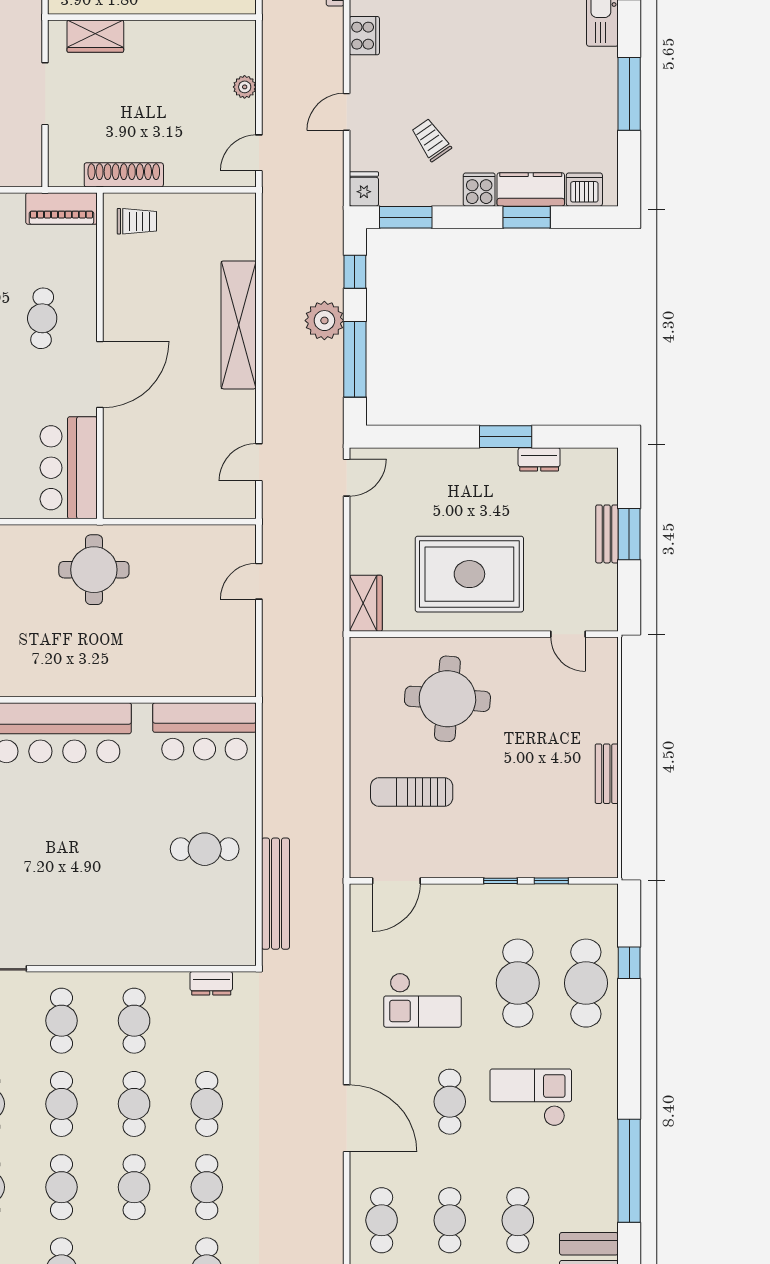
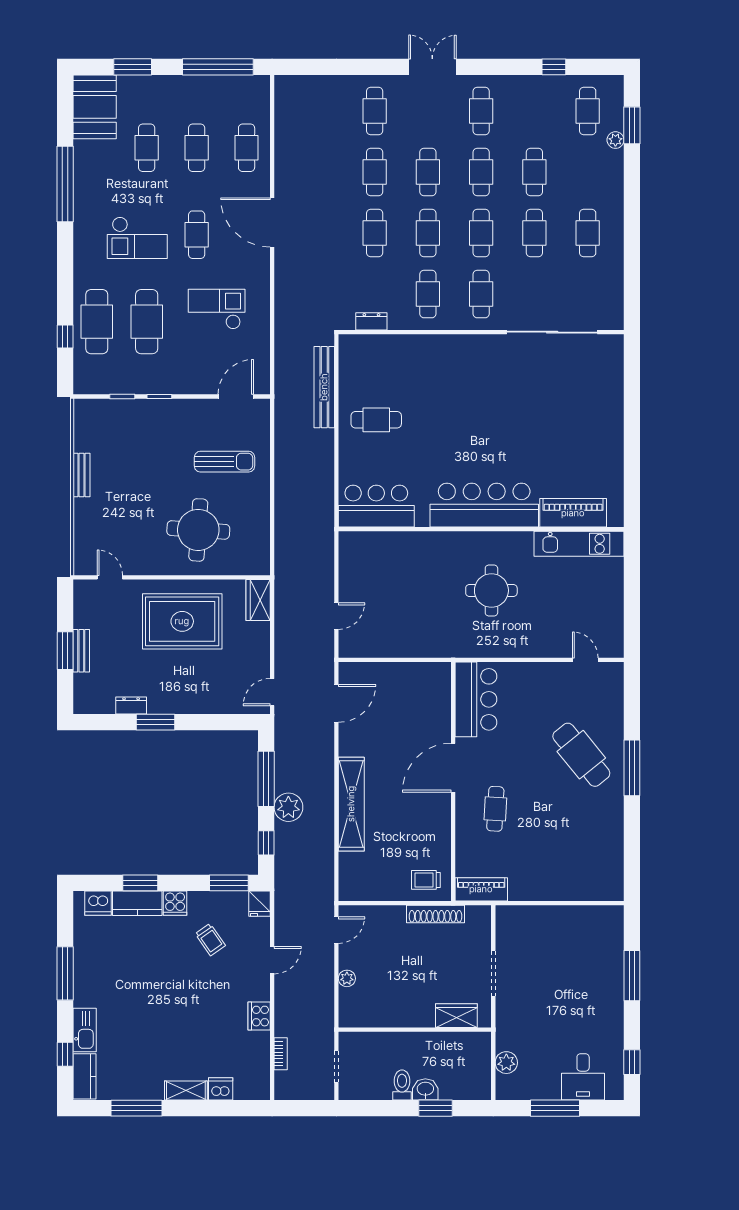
door: (259, 462) -> (336, 703), width x1.38
round table: (94, 570) -> (491, 590), moved

